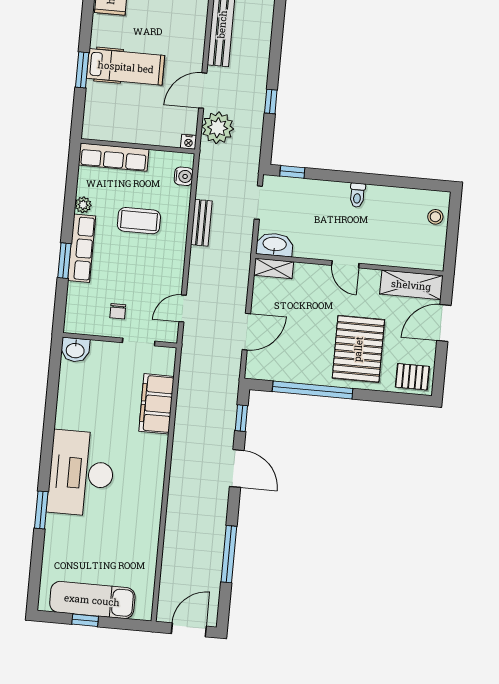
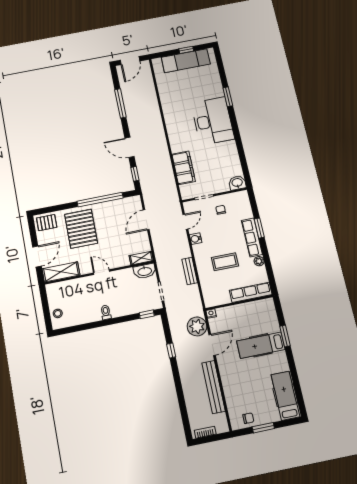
water cooler: (184, 176) -> (196, 239), moved

